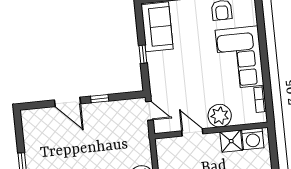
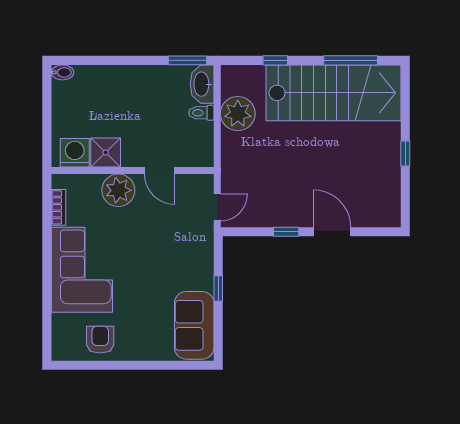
door: (149, 111) -> (217, 207), swing flipped

